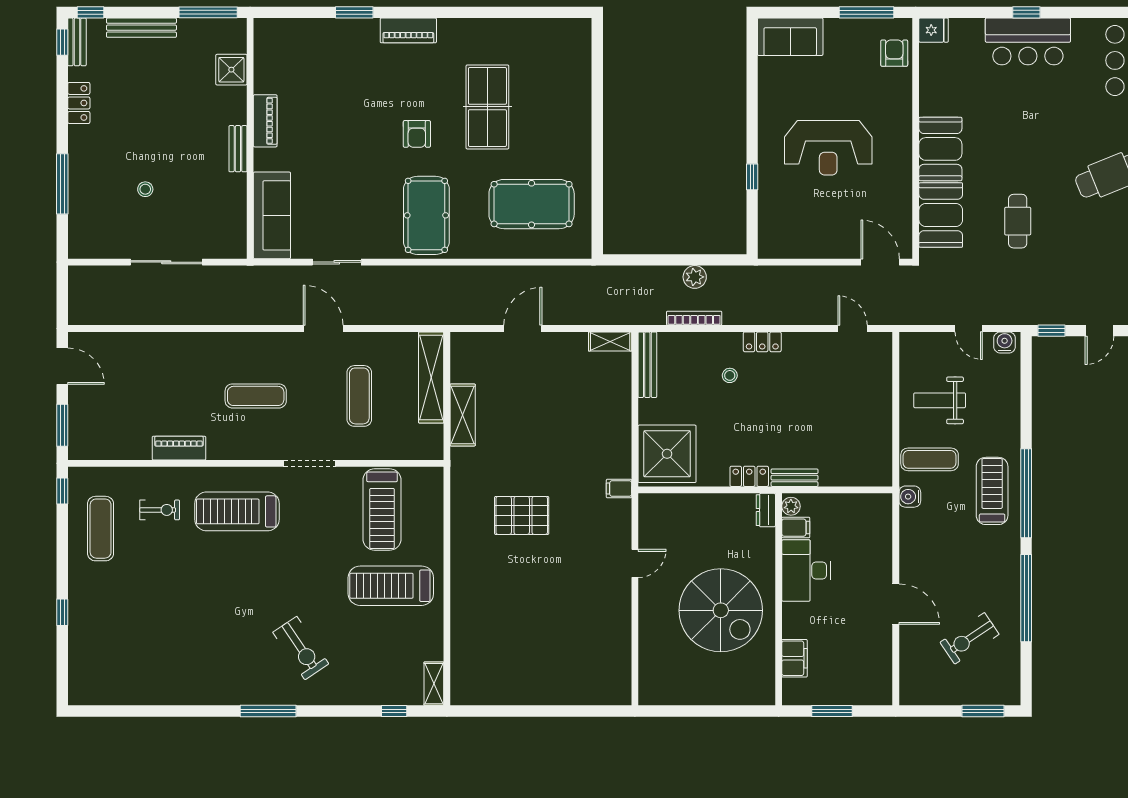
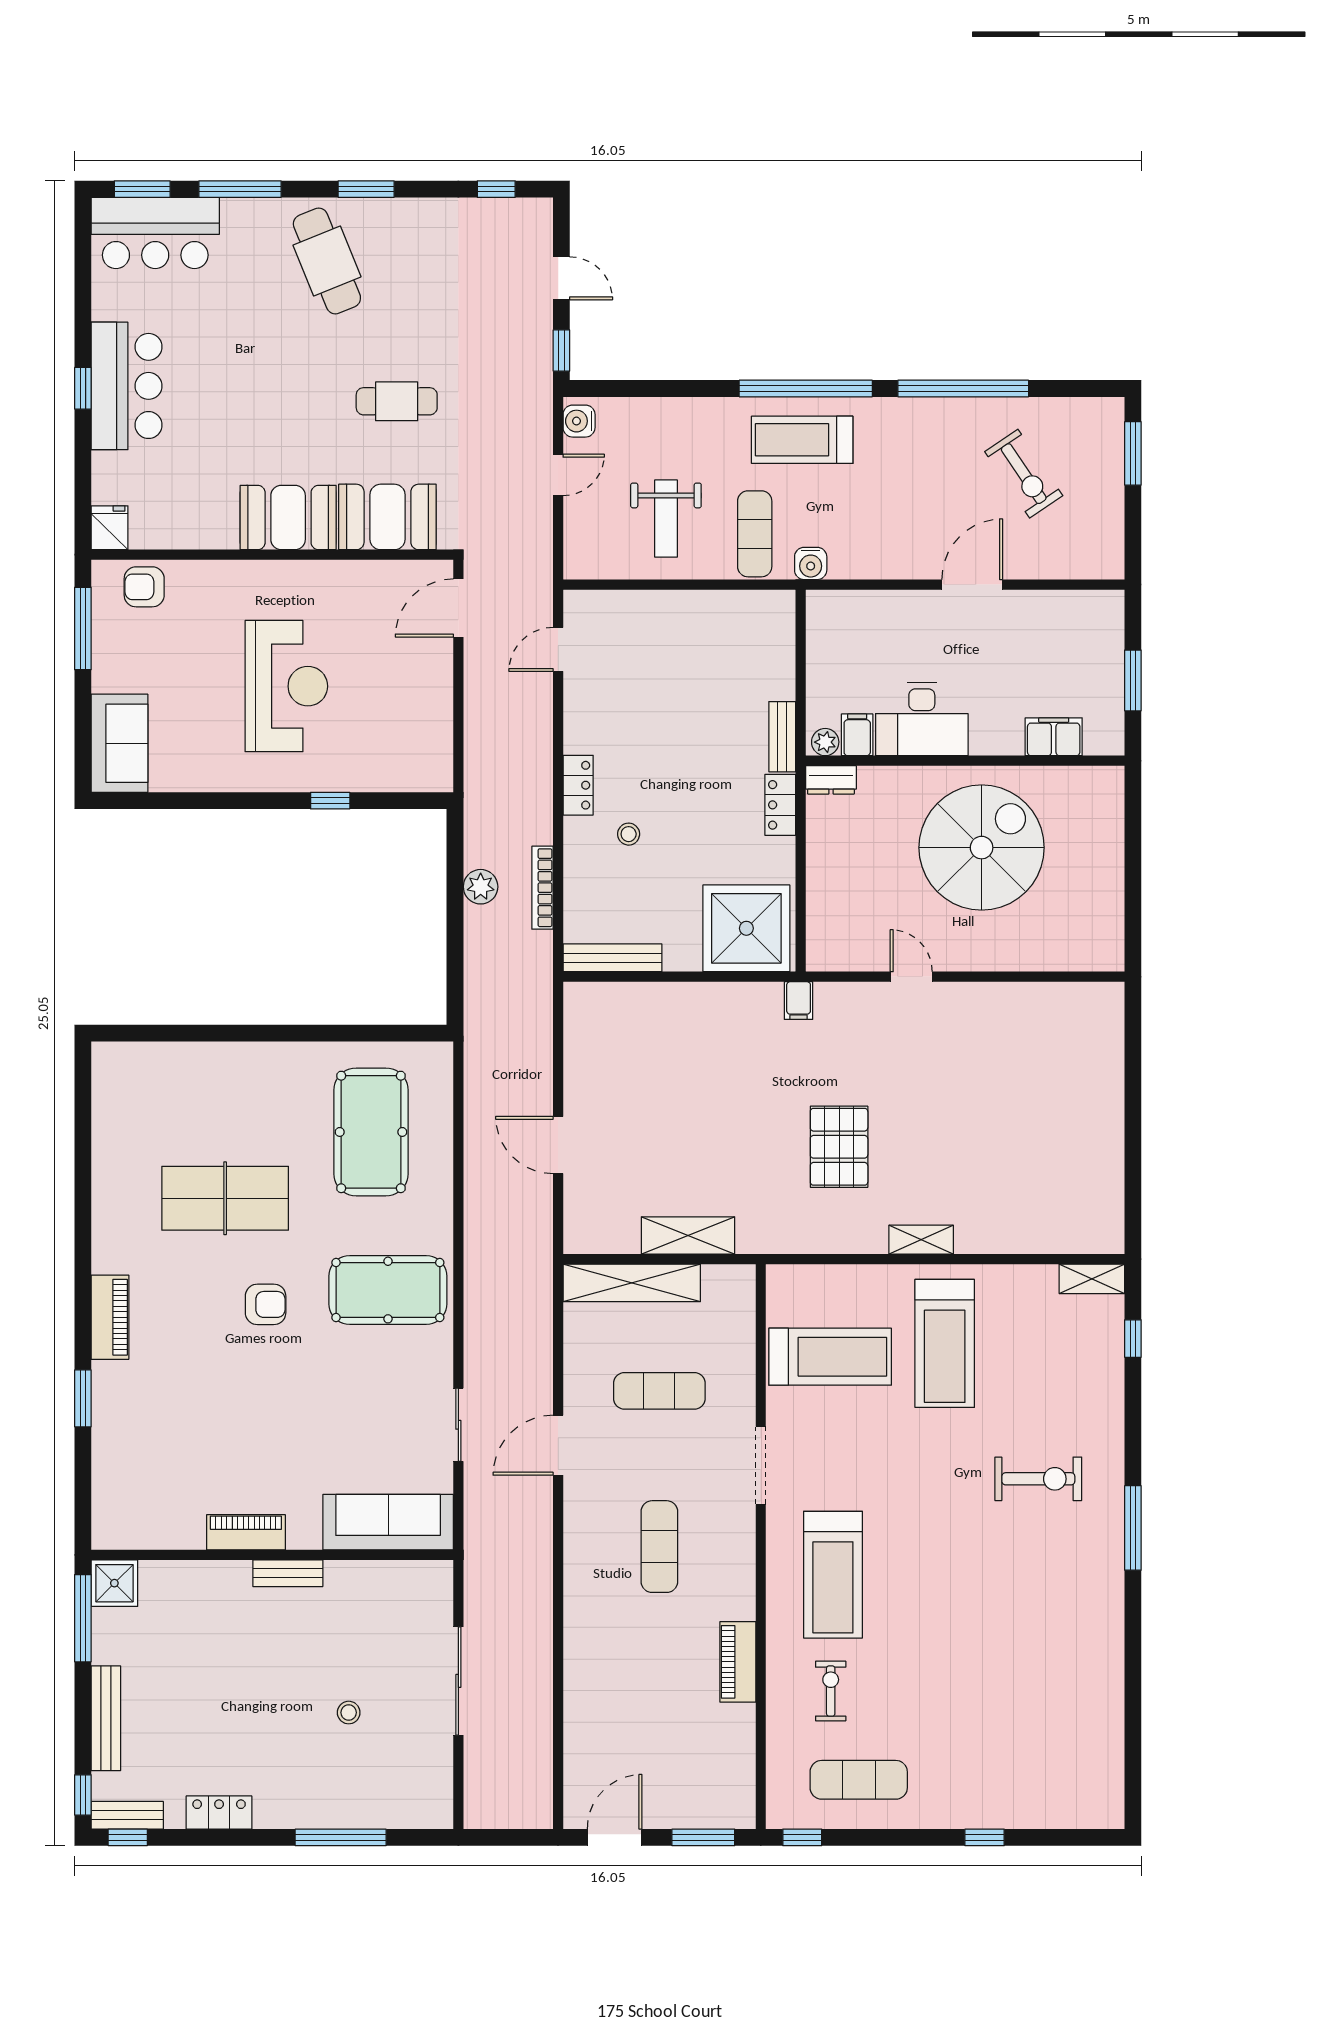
shower: (231, 70) -> (114, 1583), moved
shelving: (610, 341) -> (921, 1240), moved, turned 90
exercise bike: (301, 648) -> (1038, 1479), turned 34

